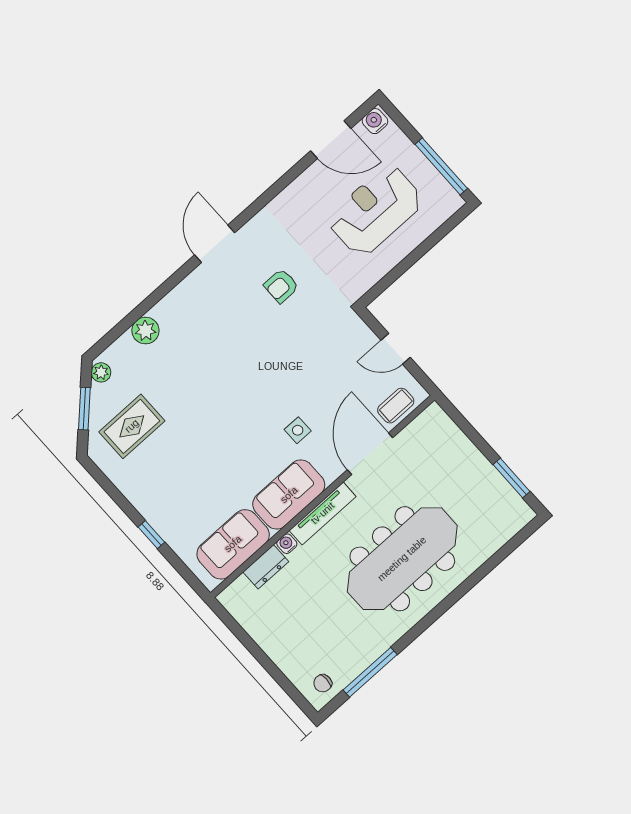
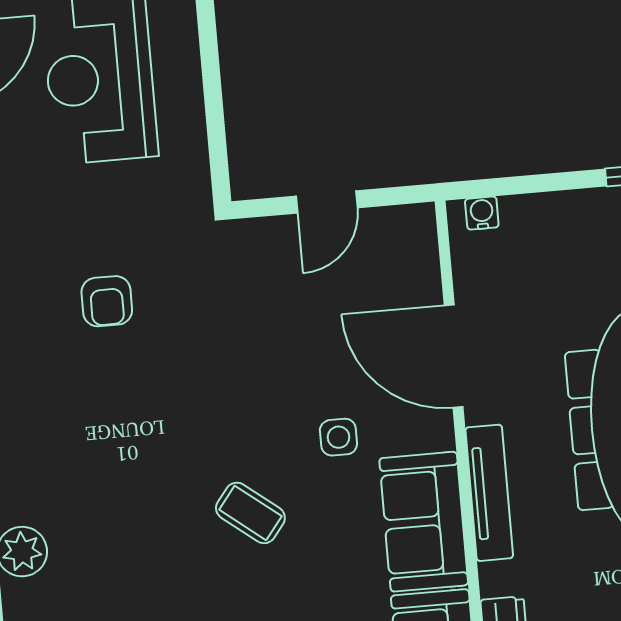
coffee table: (396, 406) -> (250, 513), moved, turned -52
water cooler: (287, 544) -> (482, 213), moved, turned 90

